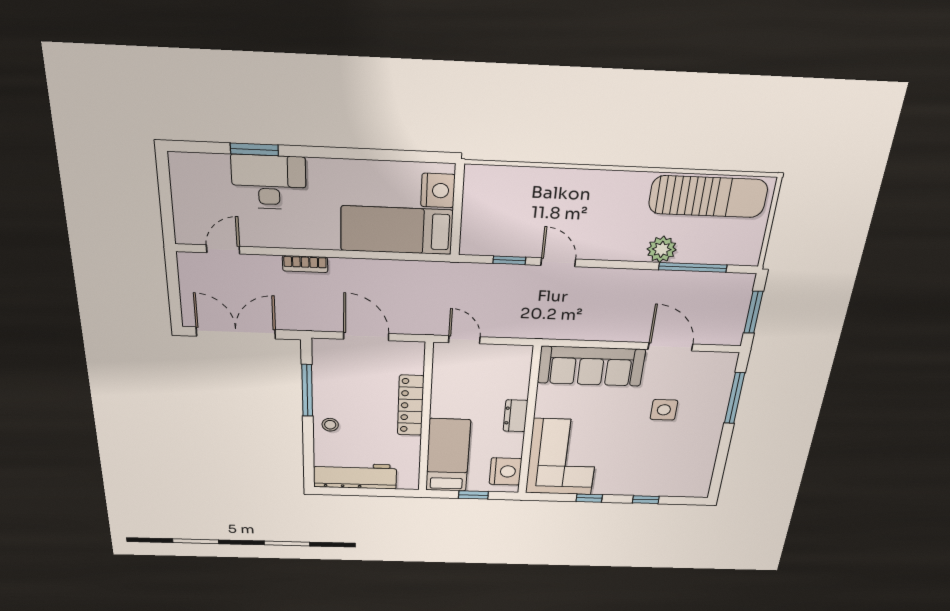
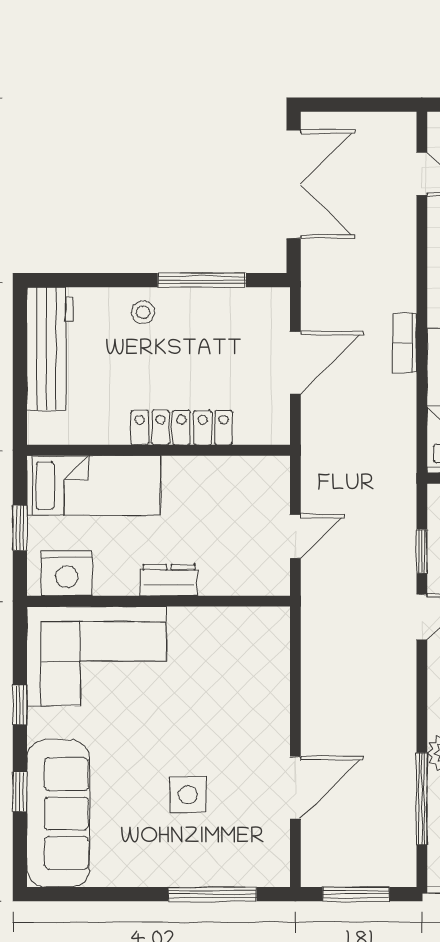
bookcase: (305, 264) -> (405, 343), moved
door: (464, 340) -> (295, 536), moved
sofa: (591, 366) -> (58, 813), moved, turned 180

